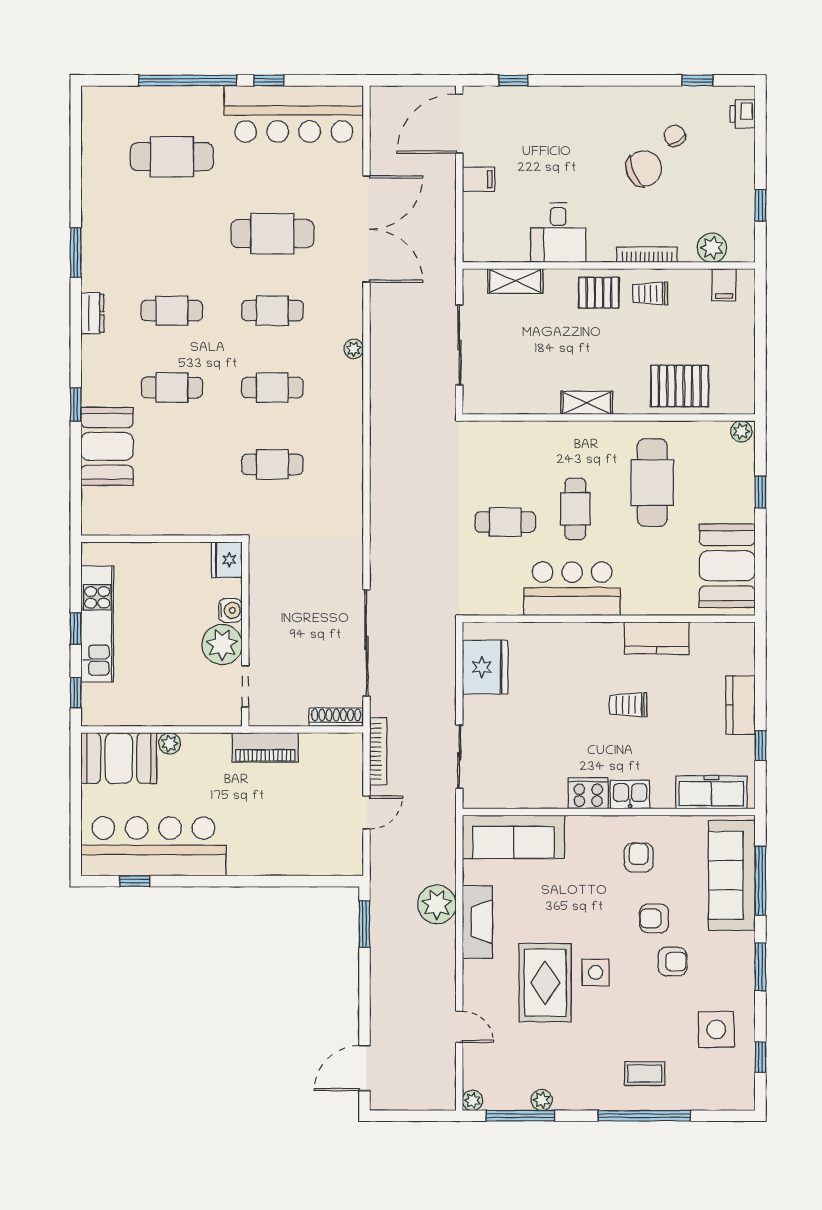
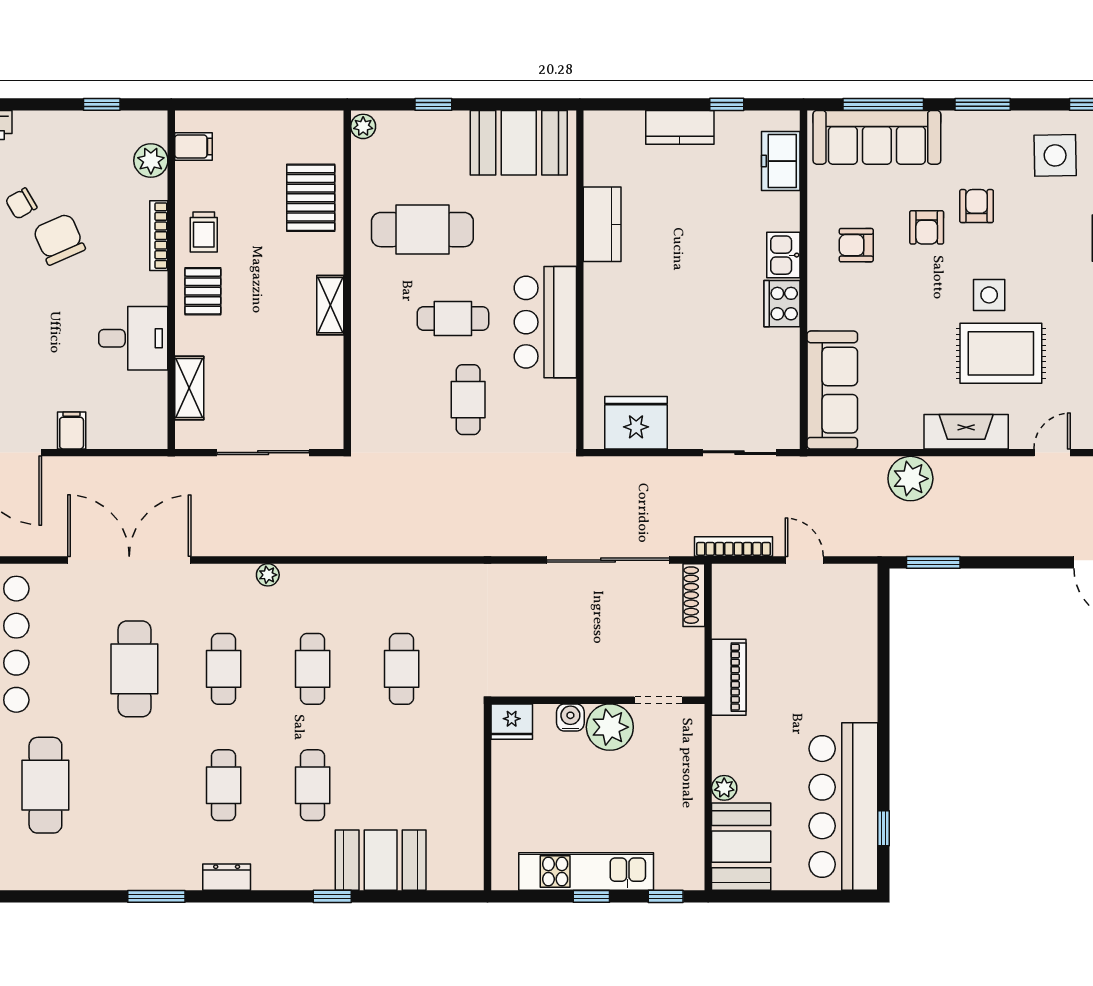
trolley: (628, 705) -> (679, 257), removed
freezer: (711, 792) -> (781, 161), width x0.71
fireplace: (477, 922) -> (966, 432), moved

